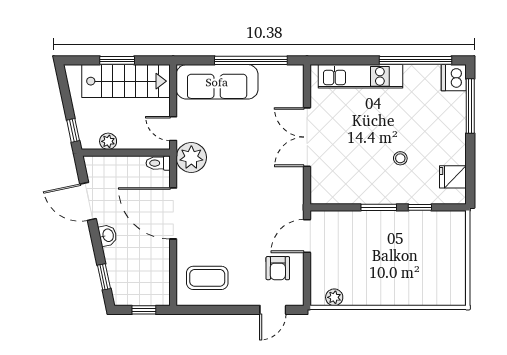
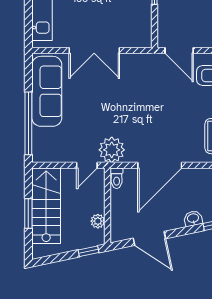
window: (251, 60) -> (28, 123), moved
sofa: (217, 82) -> (47, 91), moved
door: (88, 201) -> (149, 238), hinge flipped
washbasin: (108, 235) -> (193, 218), moved

